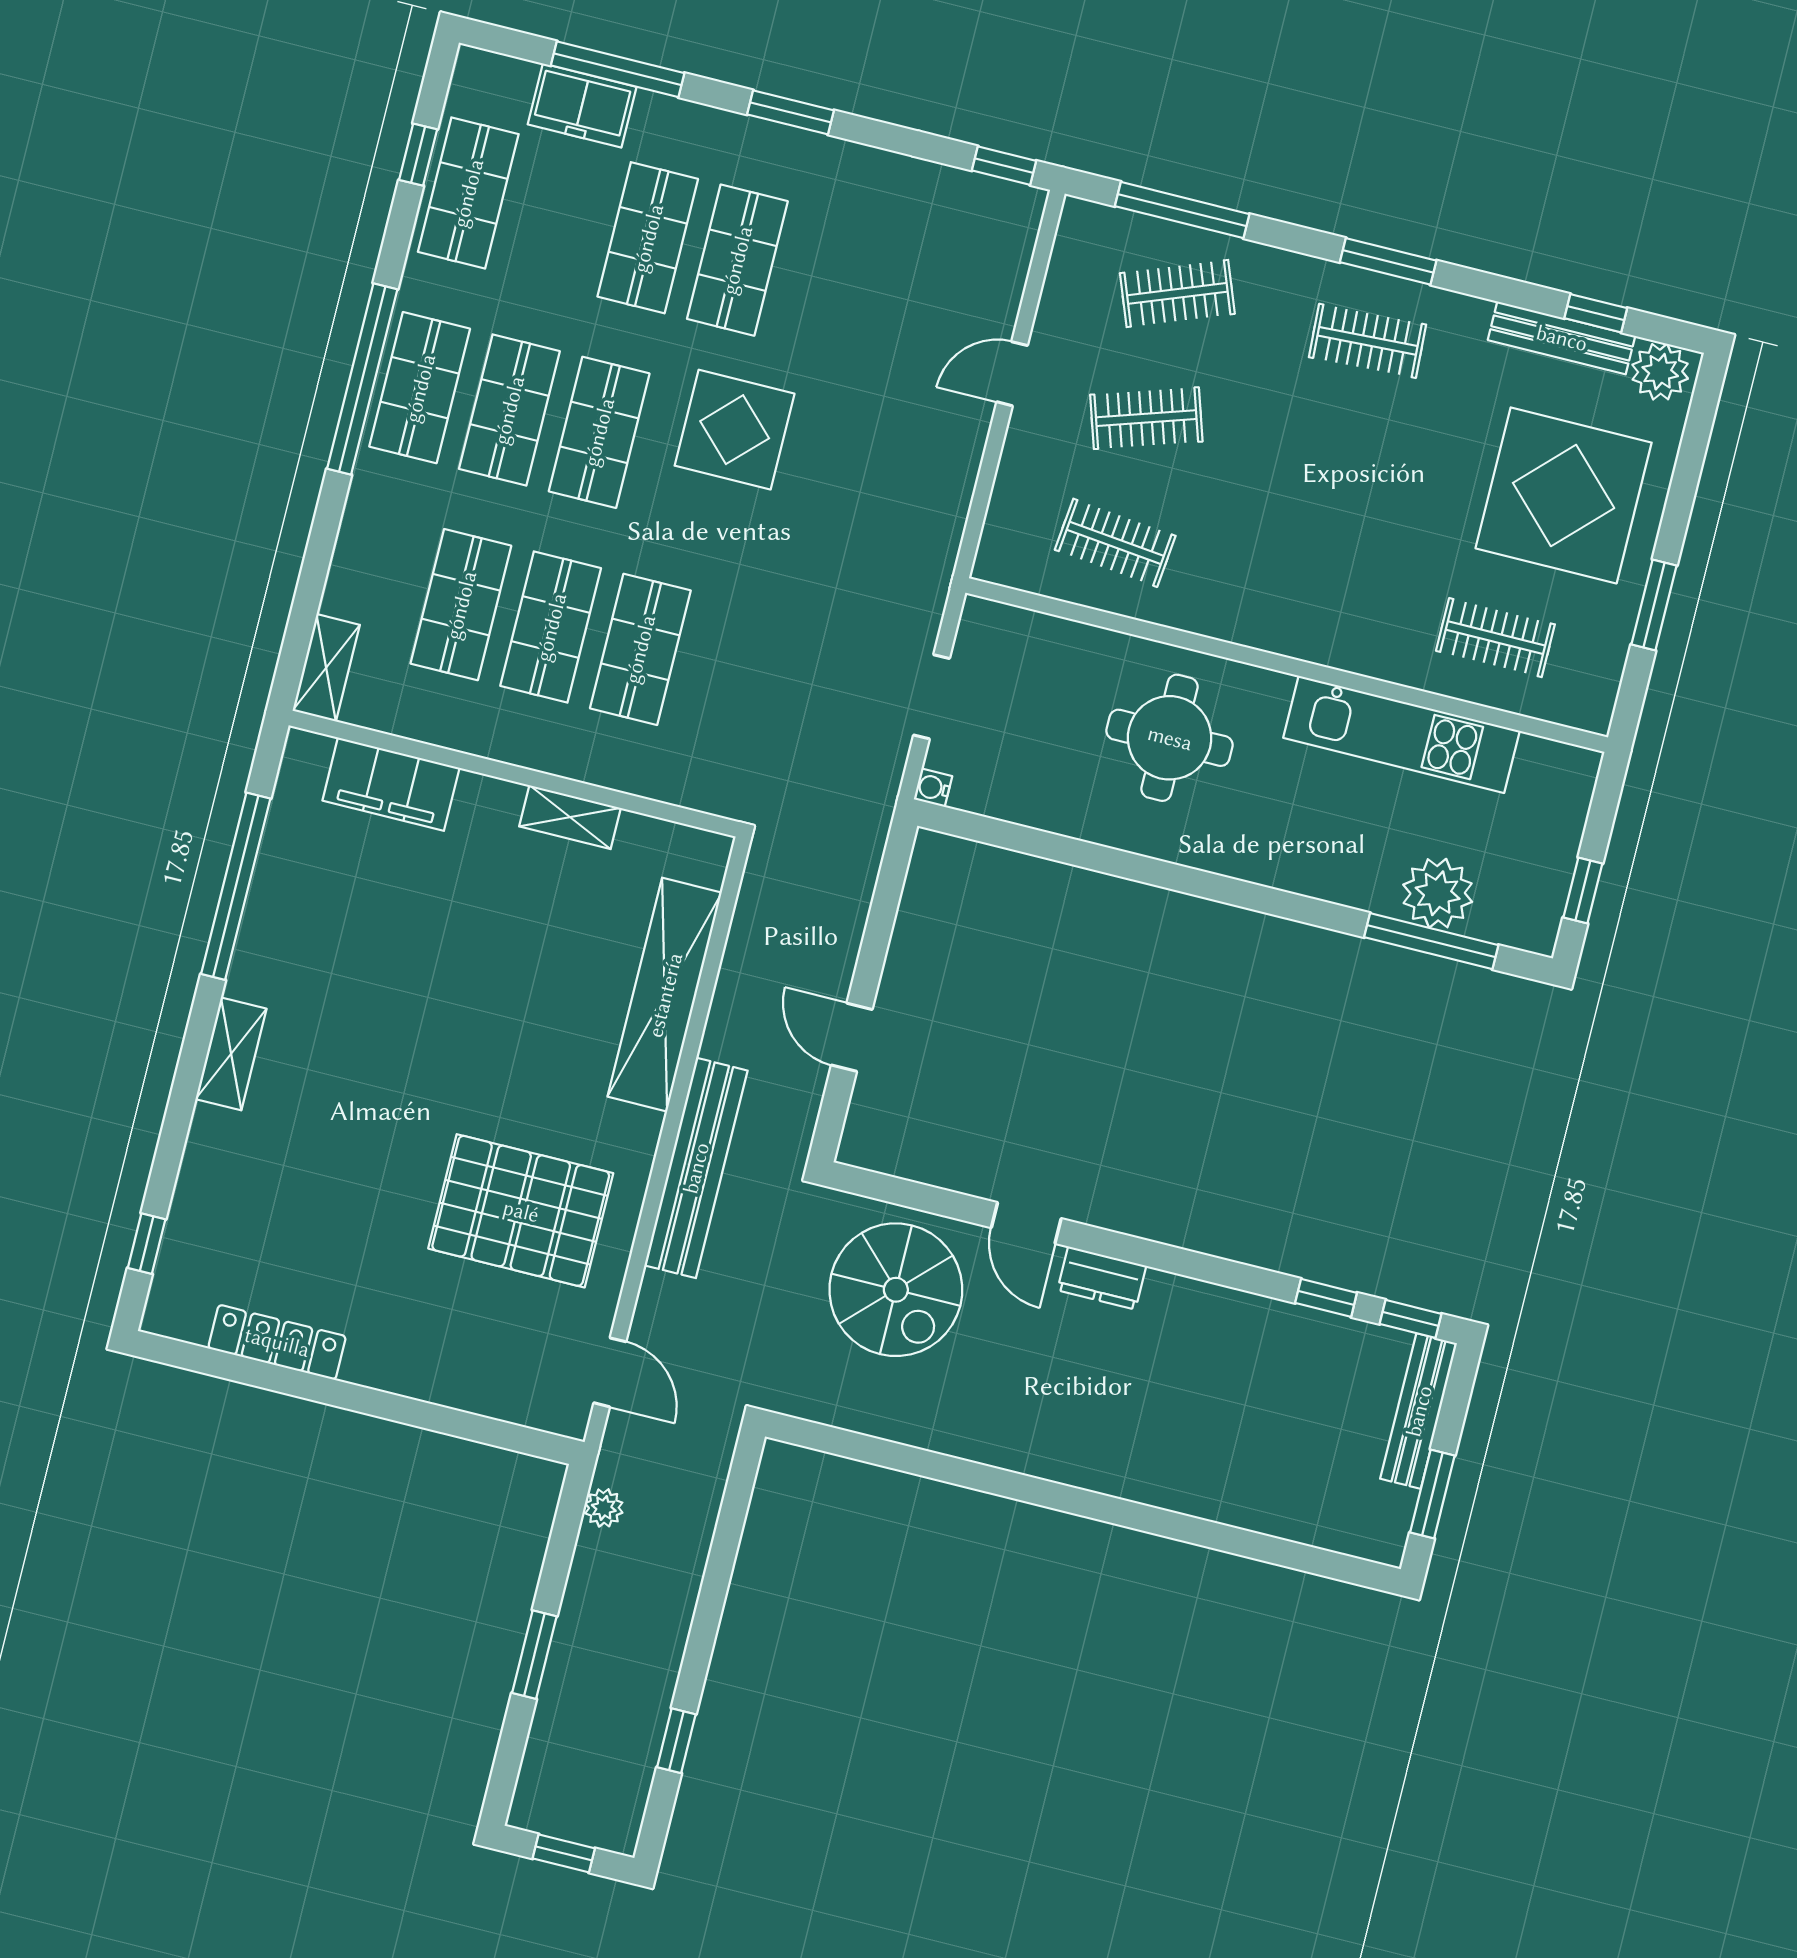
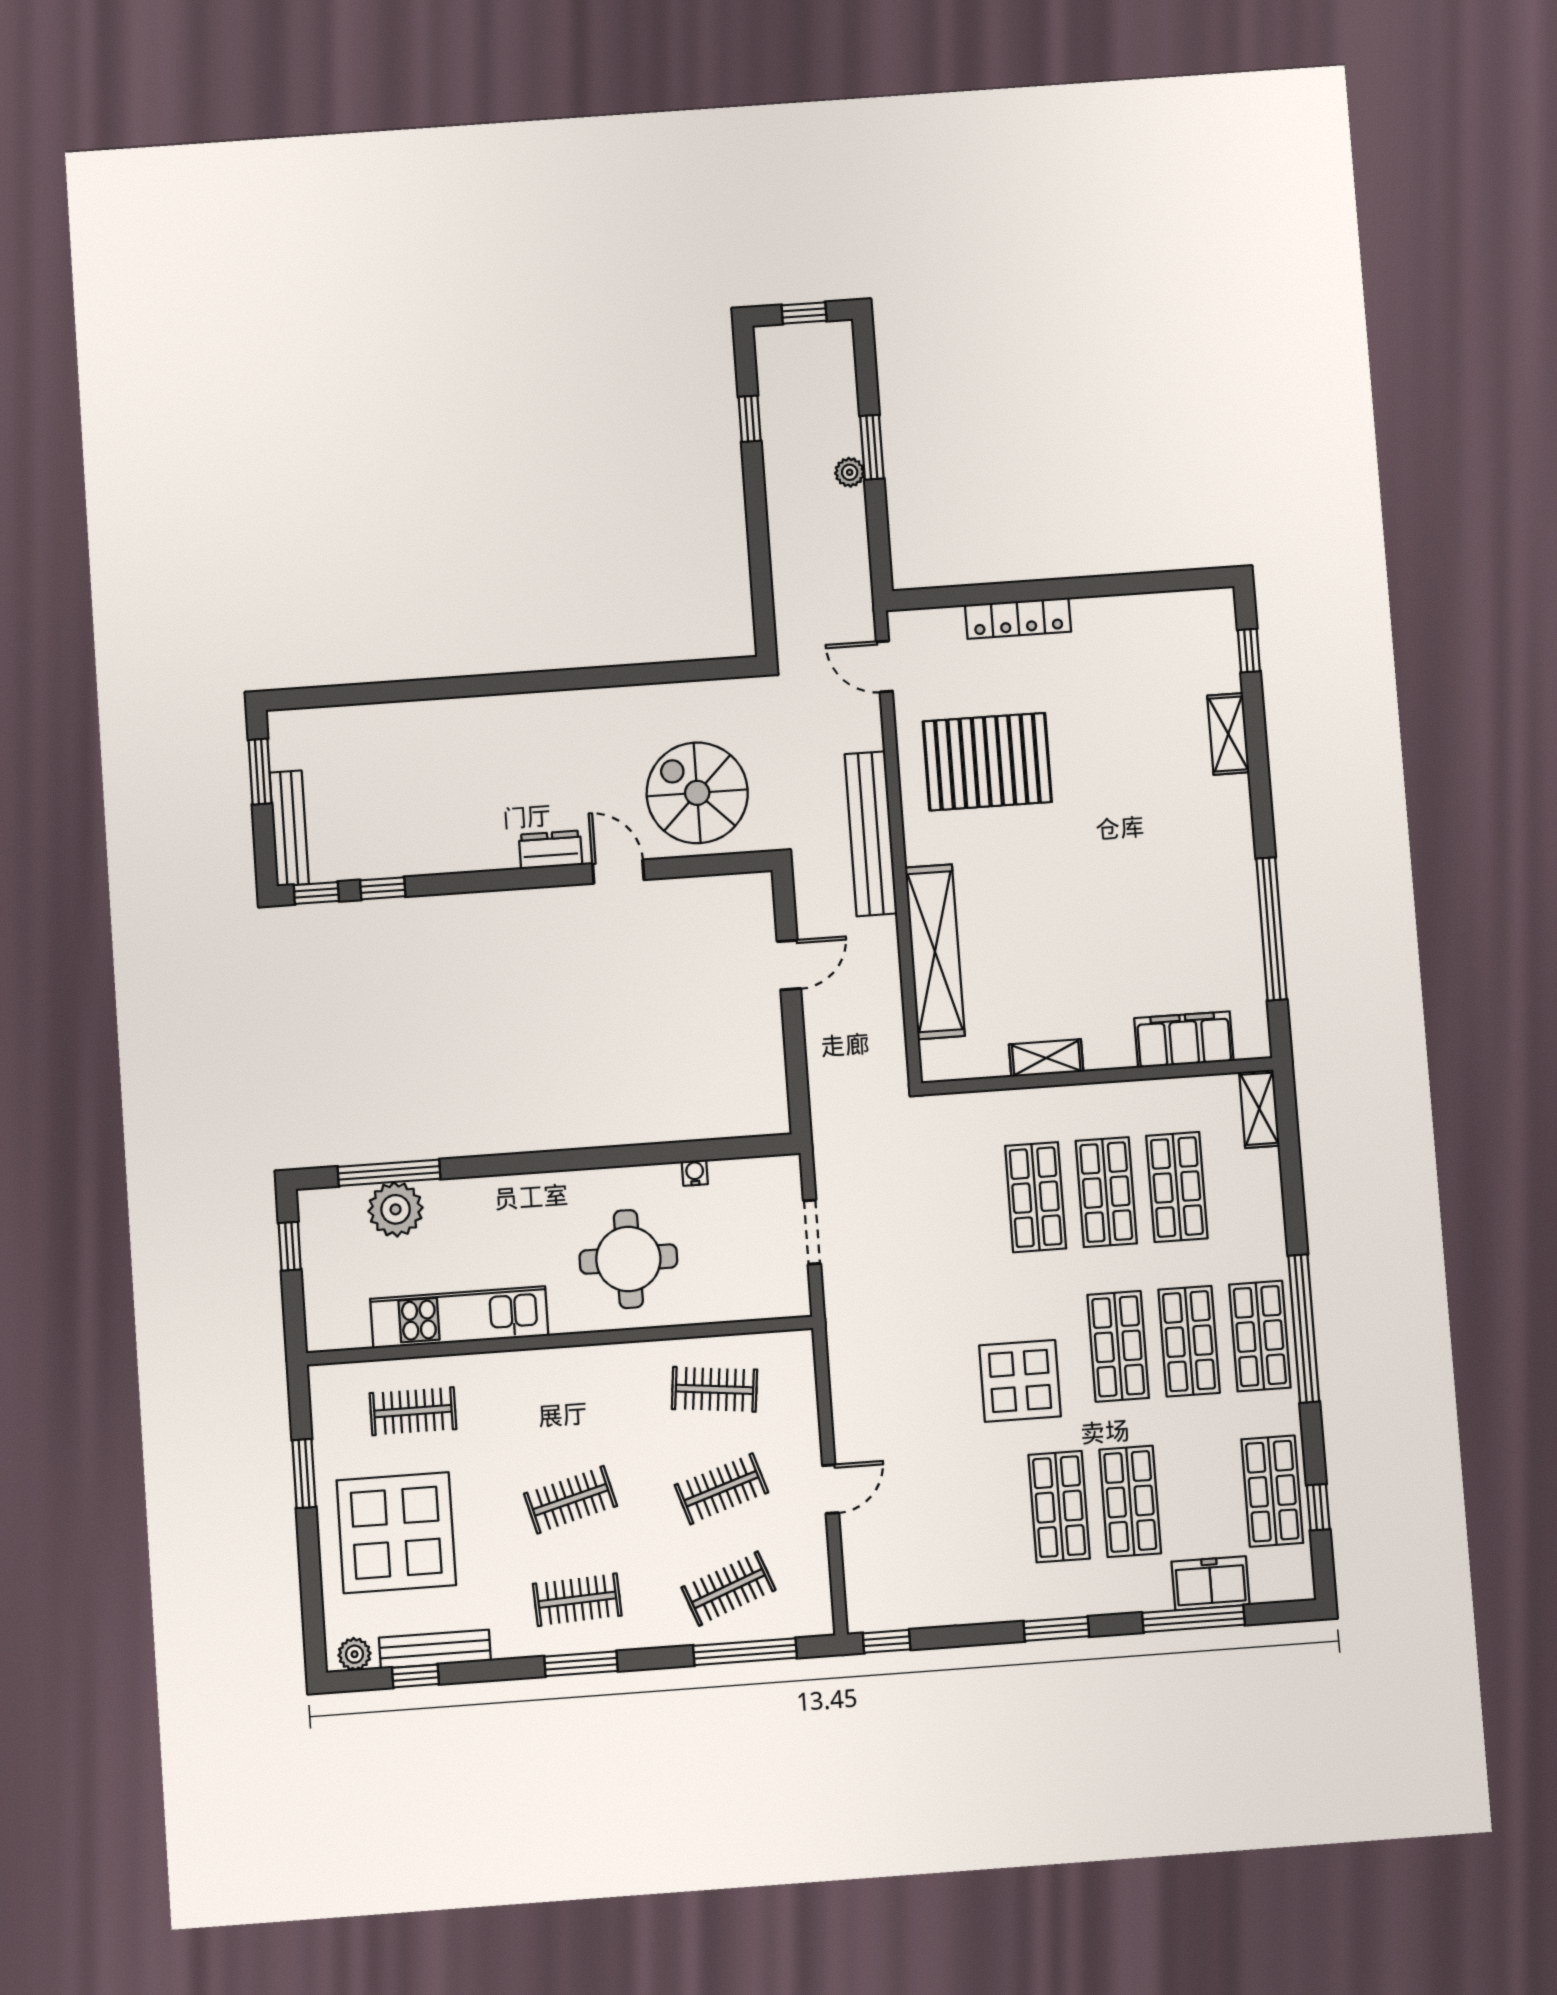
plant: (1660, 372) -> (355, 1654), width x0.73, depth x0.73
clothes rail: (1336, 466) -> (571, 1500), added
water cooler: (933, 788) -> (695, 1173), moved, turned -90
door: (852, 1037) -> (789, 965), hinge flipped
shelving: (231, 1054) -> (1228, 734), moved
locker: (277, 1342) -> (1018, 618), moved
plant: (604, 1508) -> (850, 472), moved

